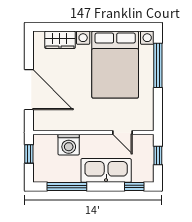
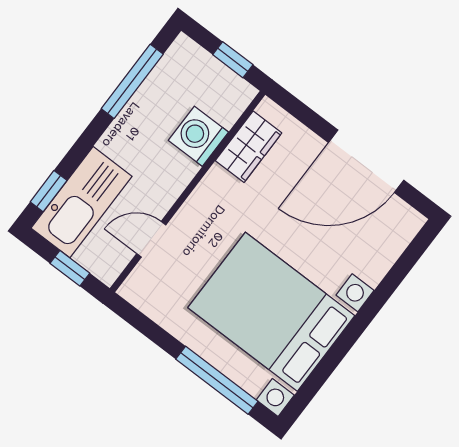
wardrobe: (60, 40) -> (249, 147), moved, turned 180
door: (29, 90) -> (366, 161), moved
kitchen sink: (106, 170) -> (81, 202), moved

